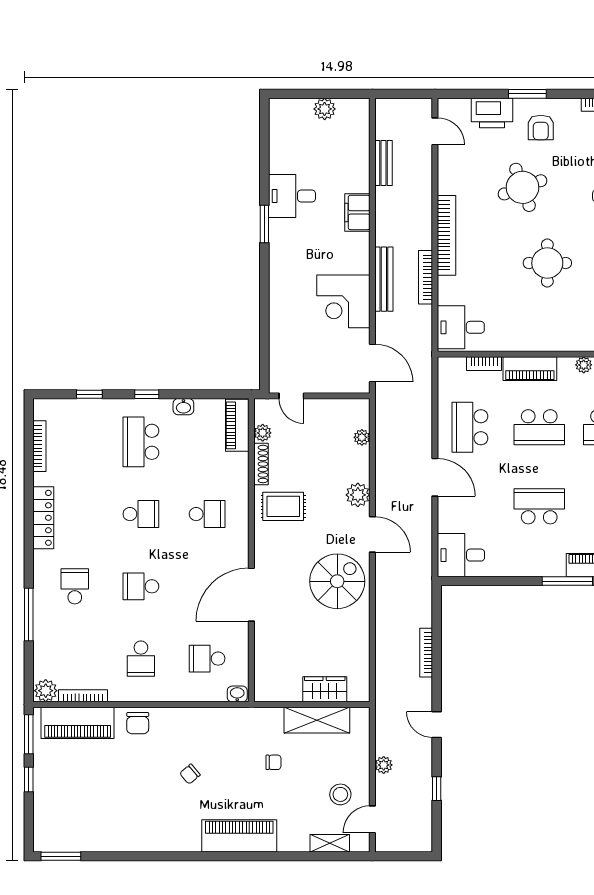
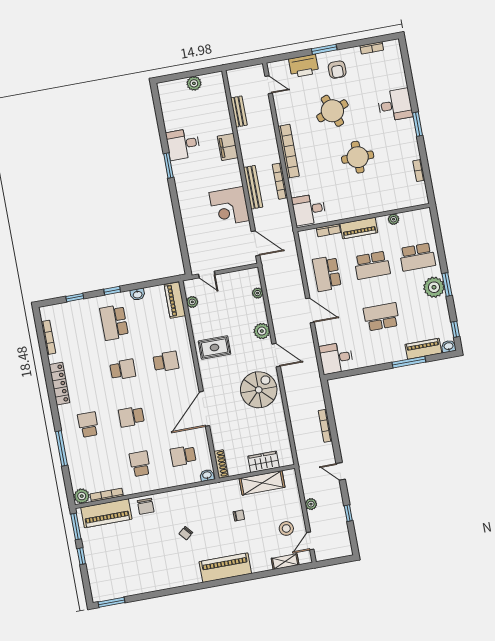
shoe rack: (261, 464) -> (221, 464), moved
school desk: (141, 659) -> (140, 464), turned 180

